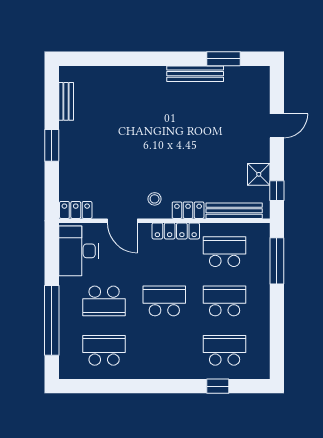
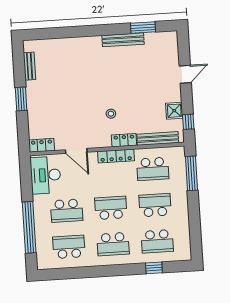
stool: (155, 199) -> (111, 114), moved
school desk: (225, 252) -> (153, 169), turned 180
school desk: (164, 350) -> (113, 244), added
school desk: (225, 350) -> (157, 241), turned 180

